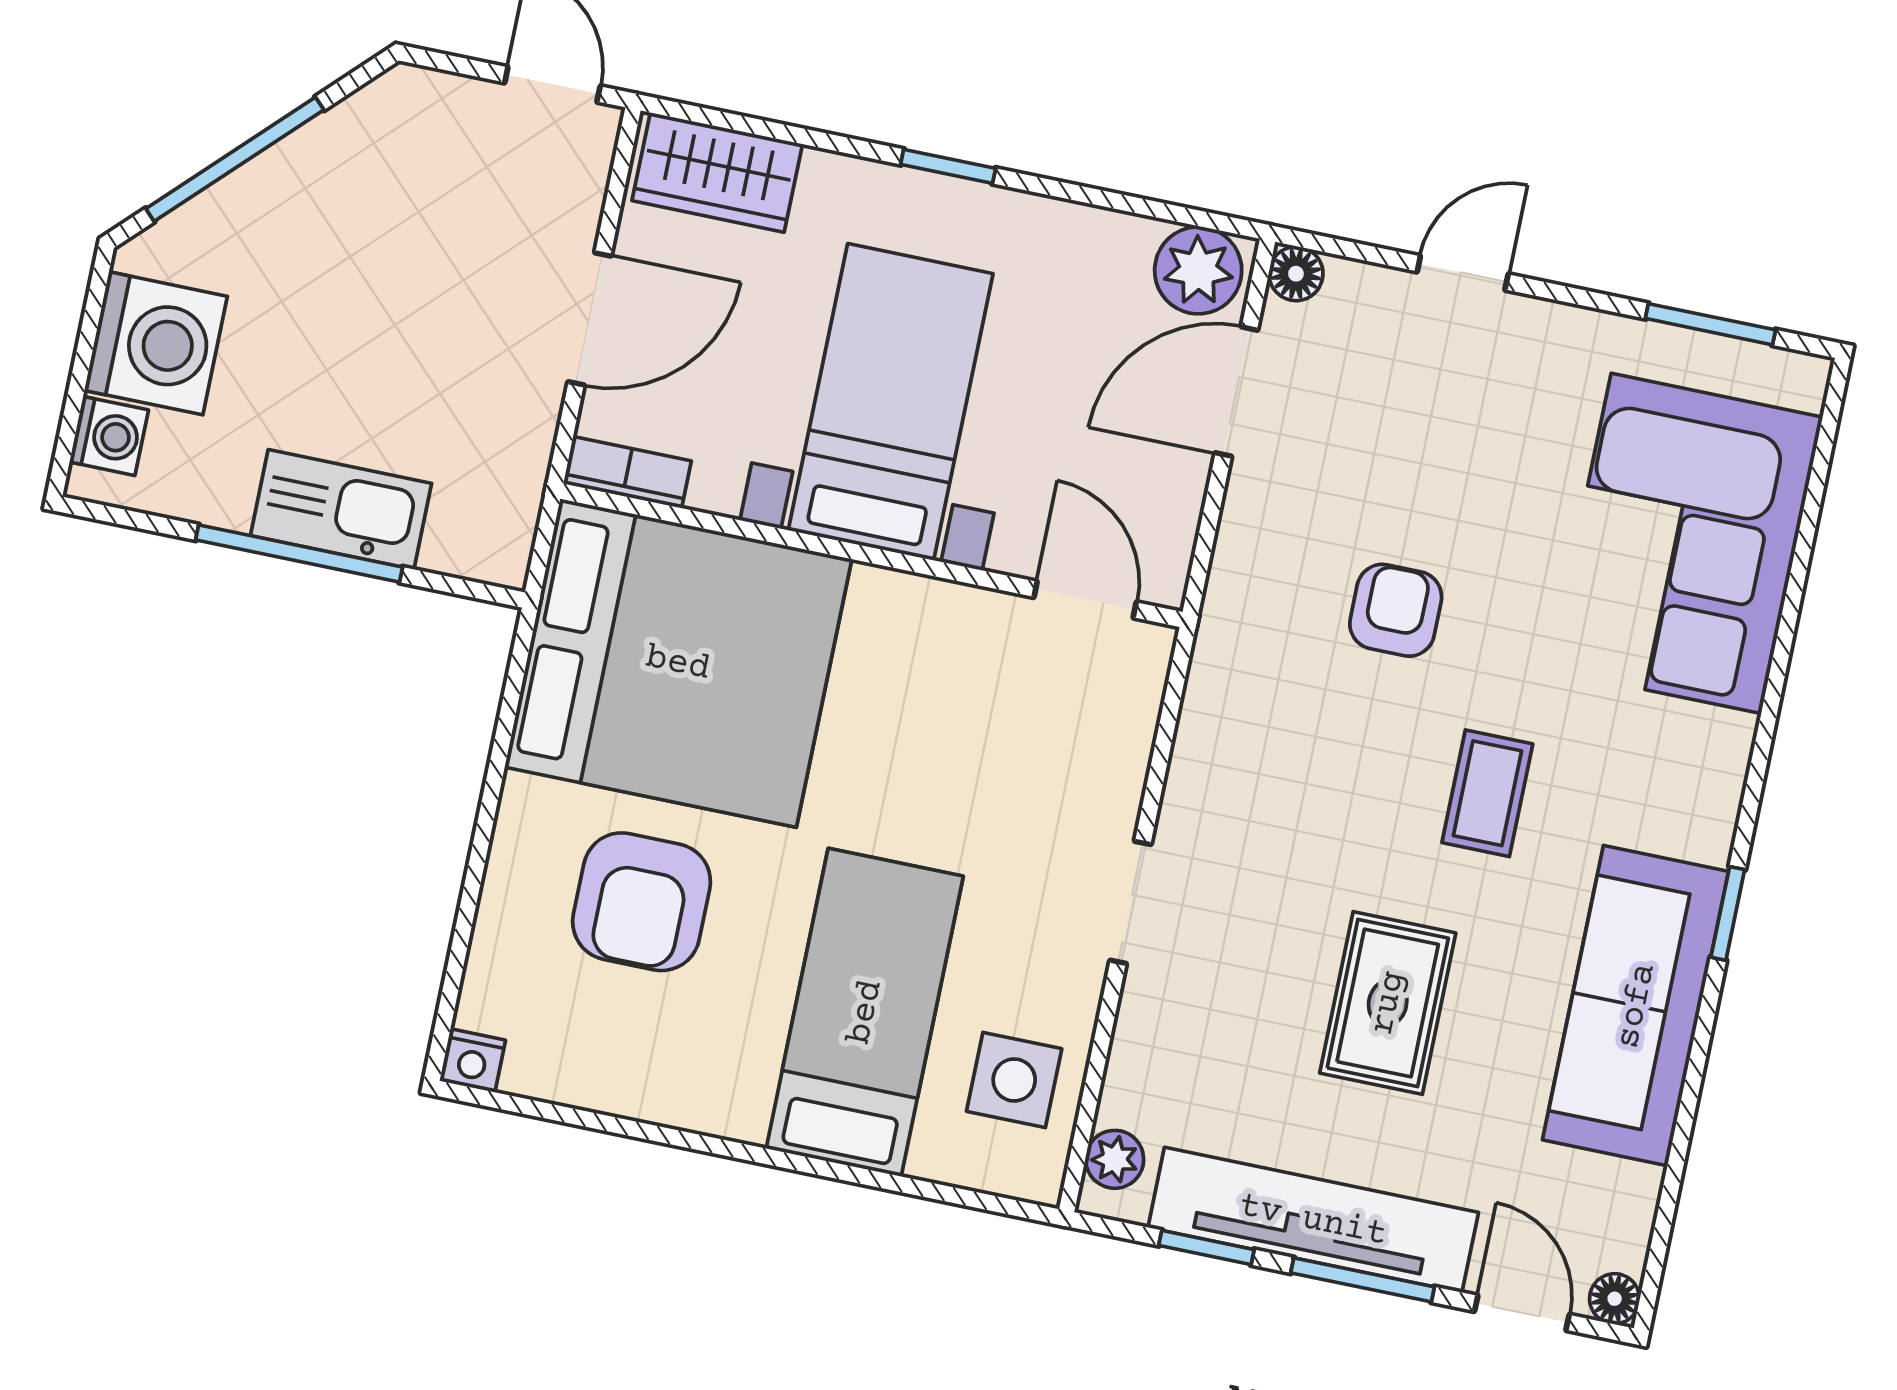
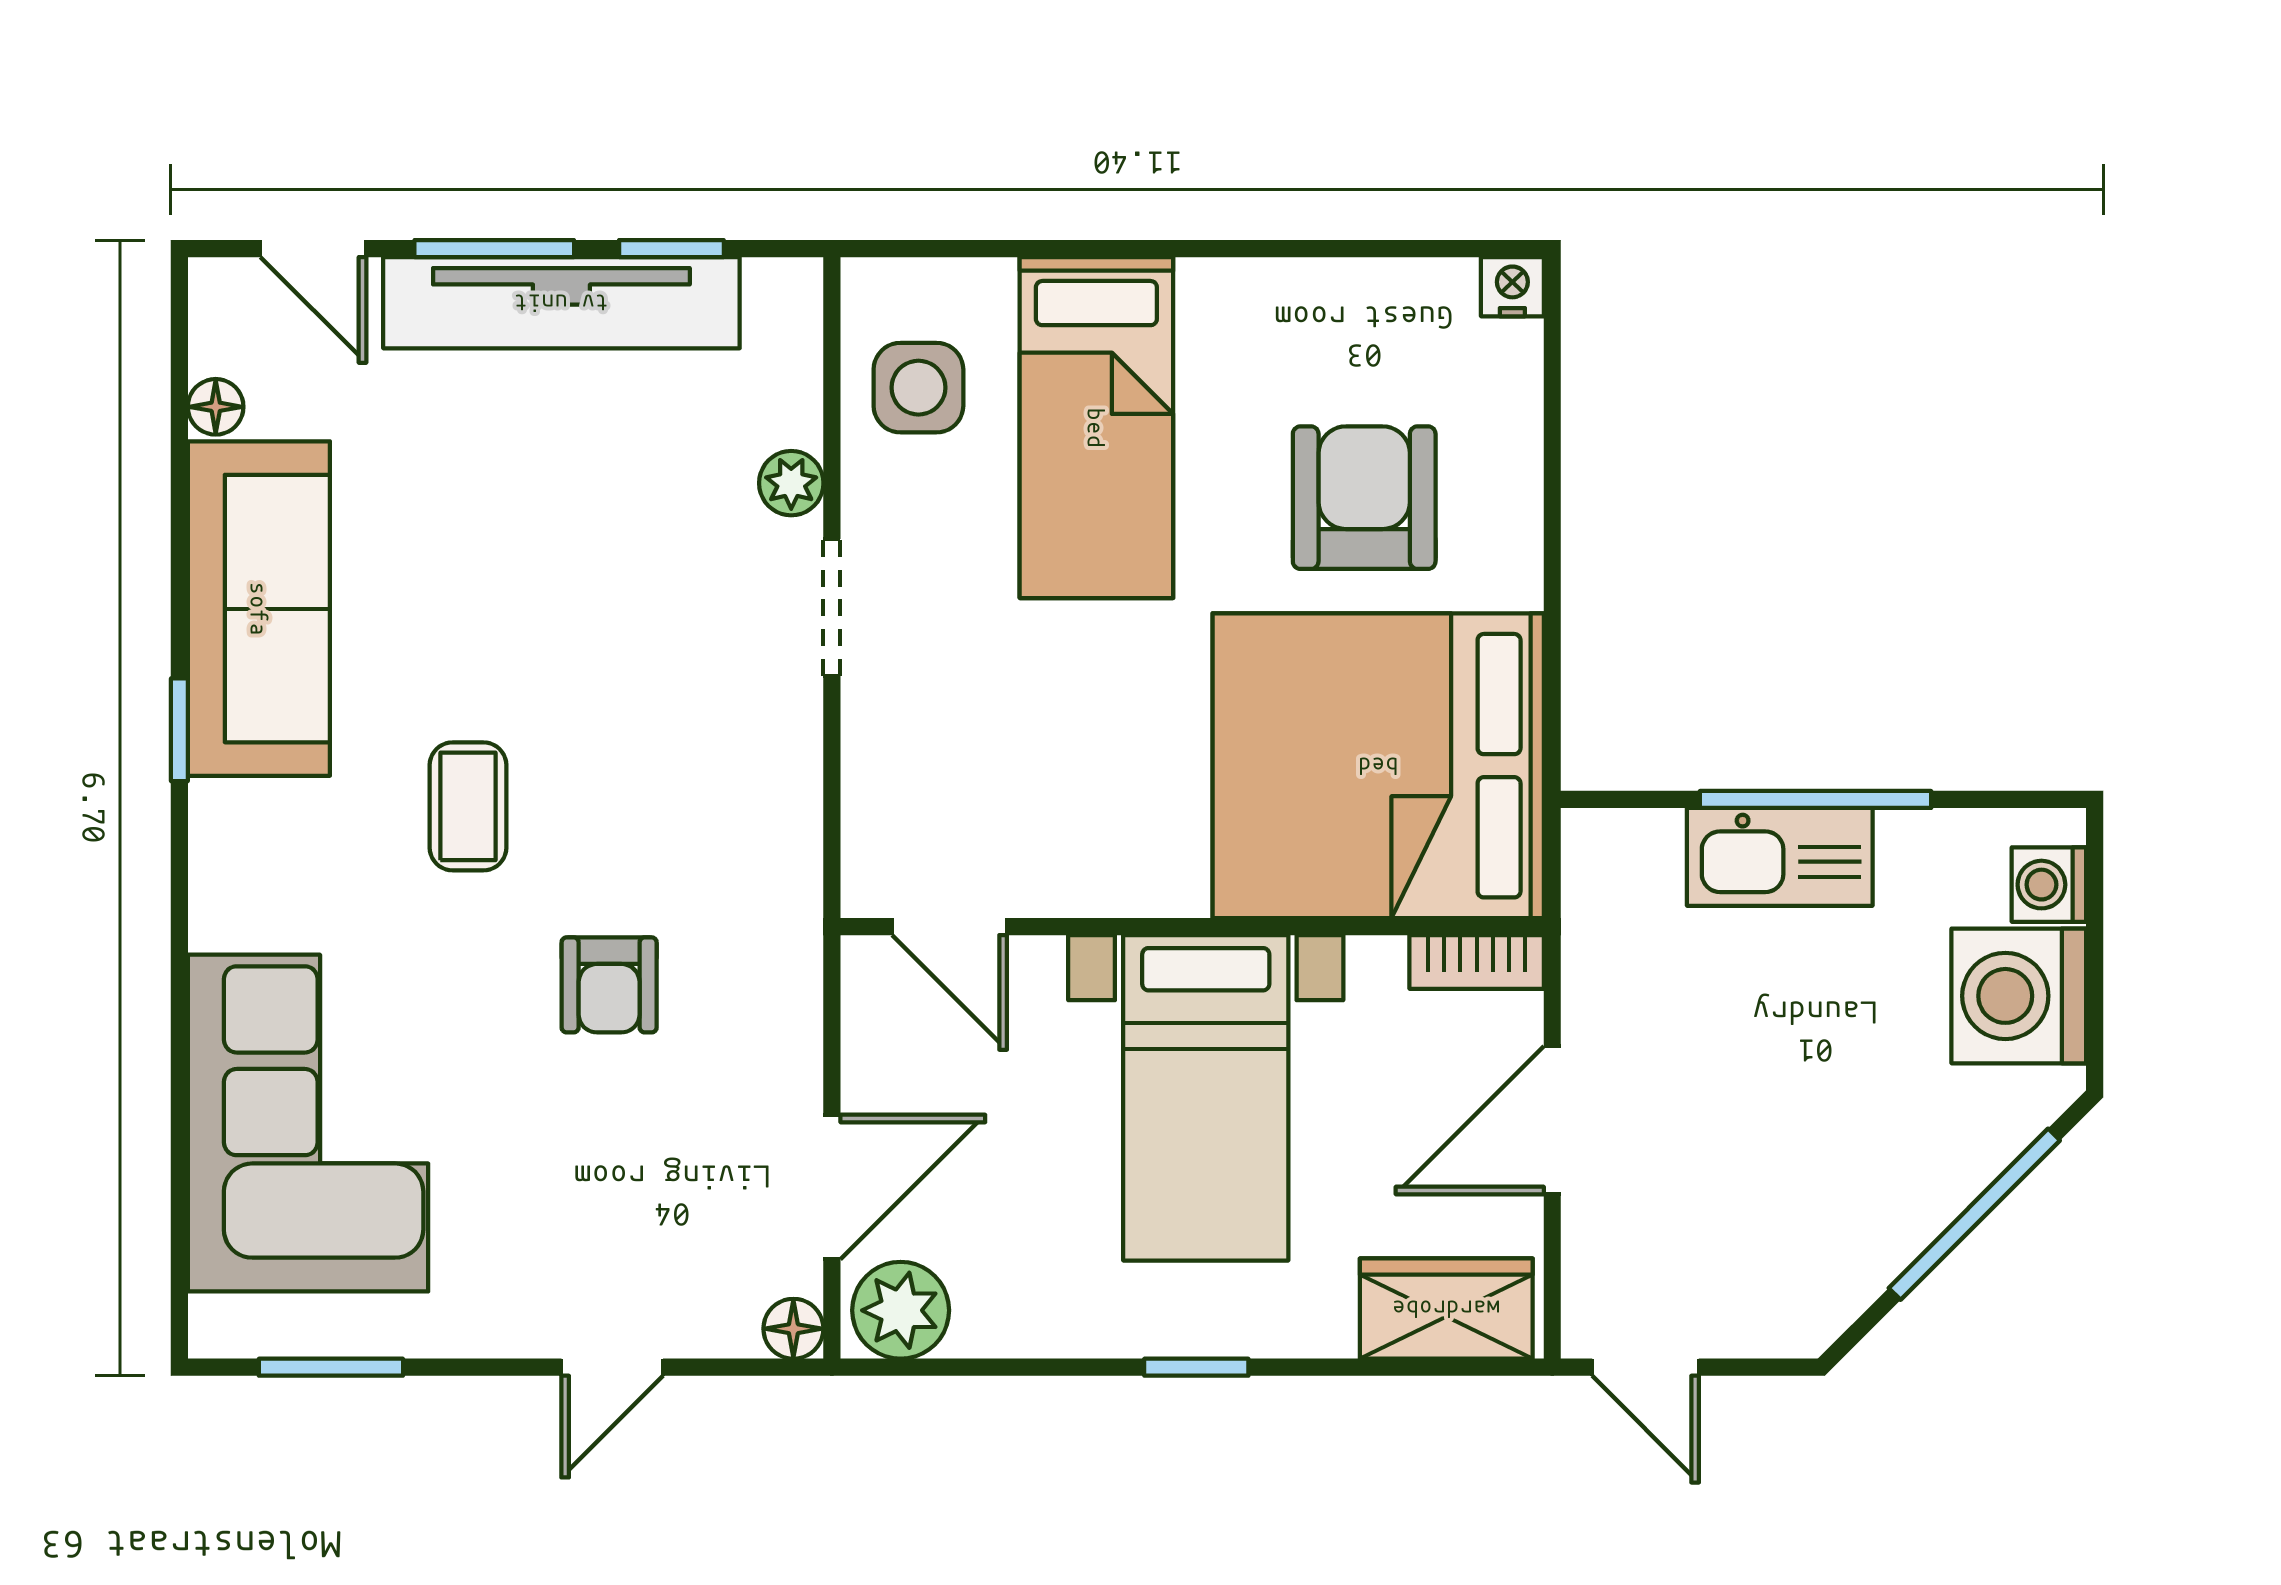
rug: (1388, 1003) -> (529, 556), removed
plant: (1115, 1159) -> (791, 483), moved
floor lamp: (1615, 1299) -> (216, 407), moved

